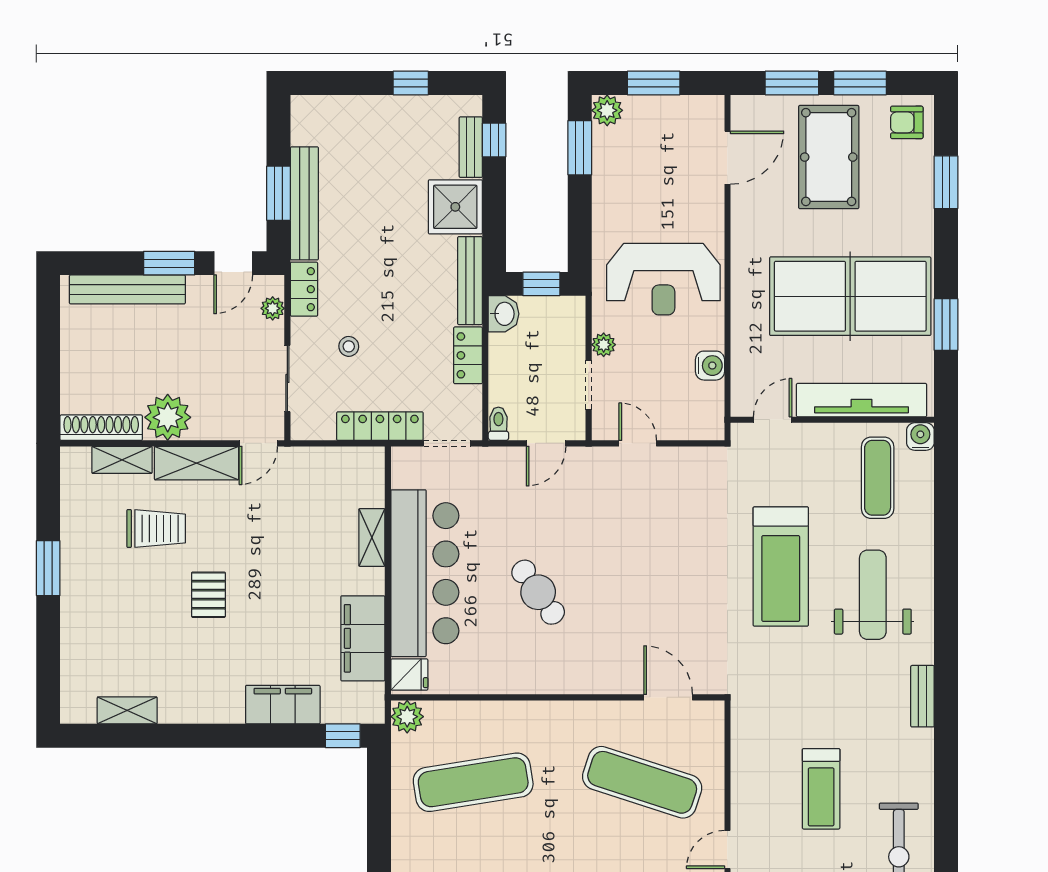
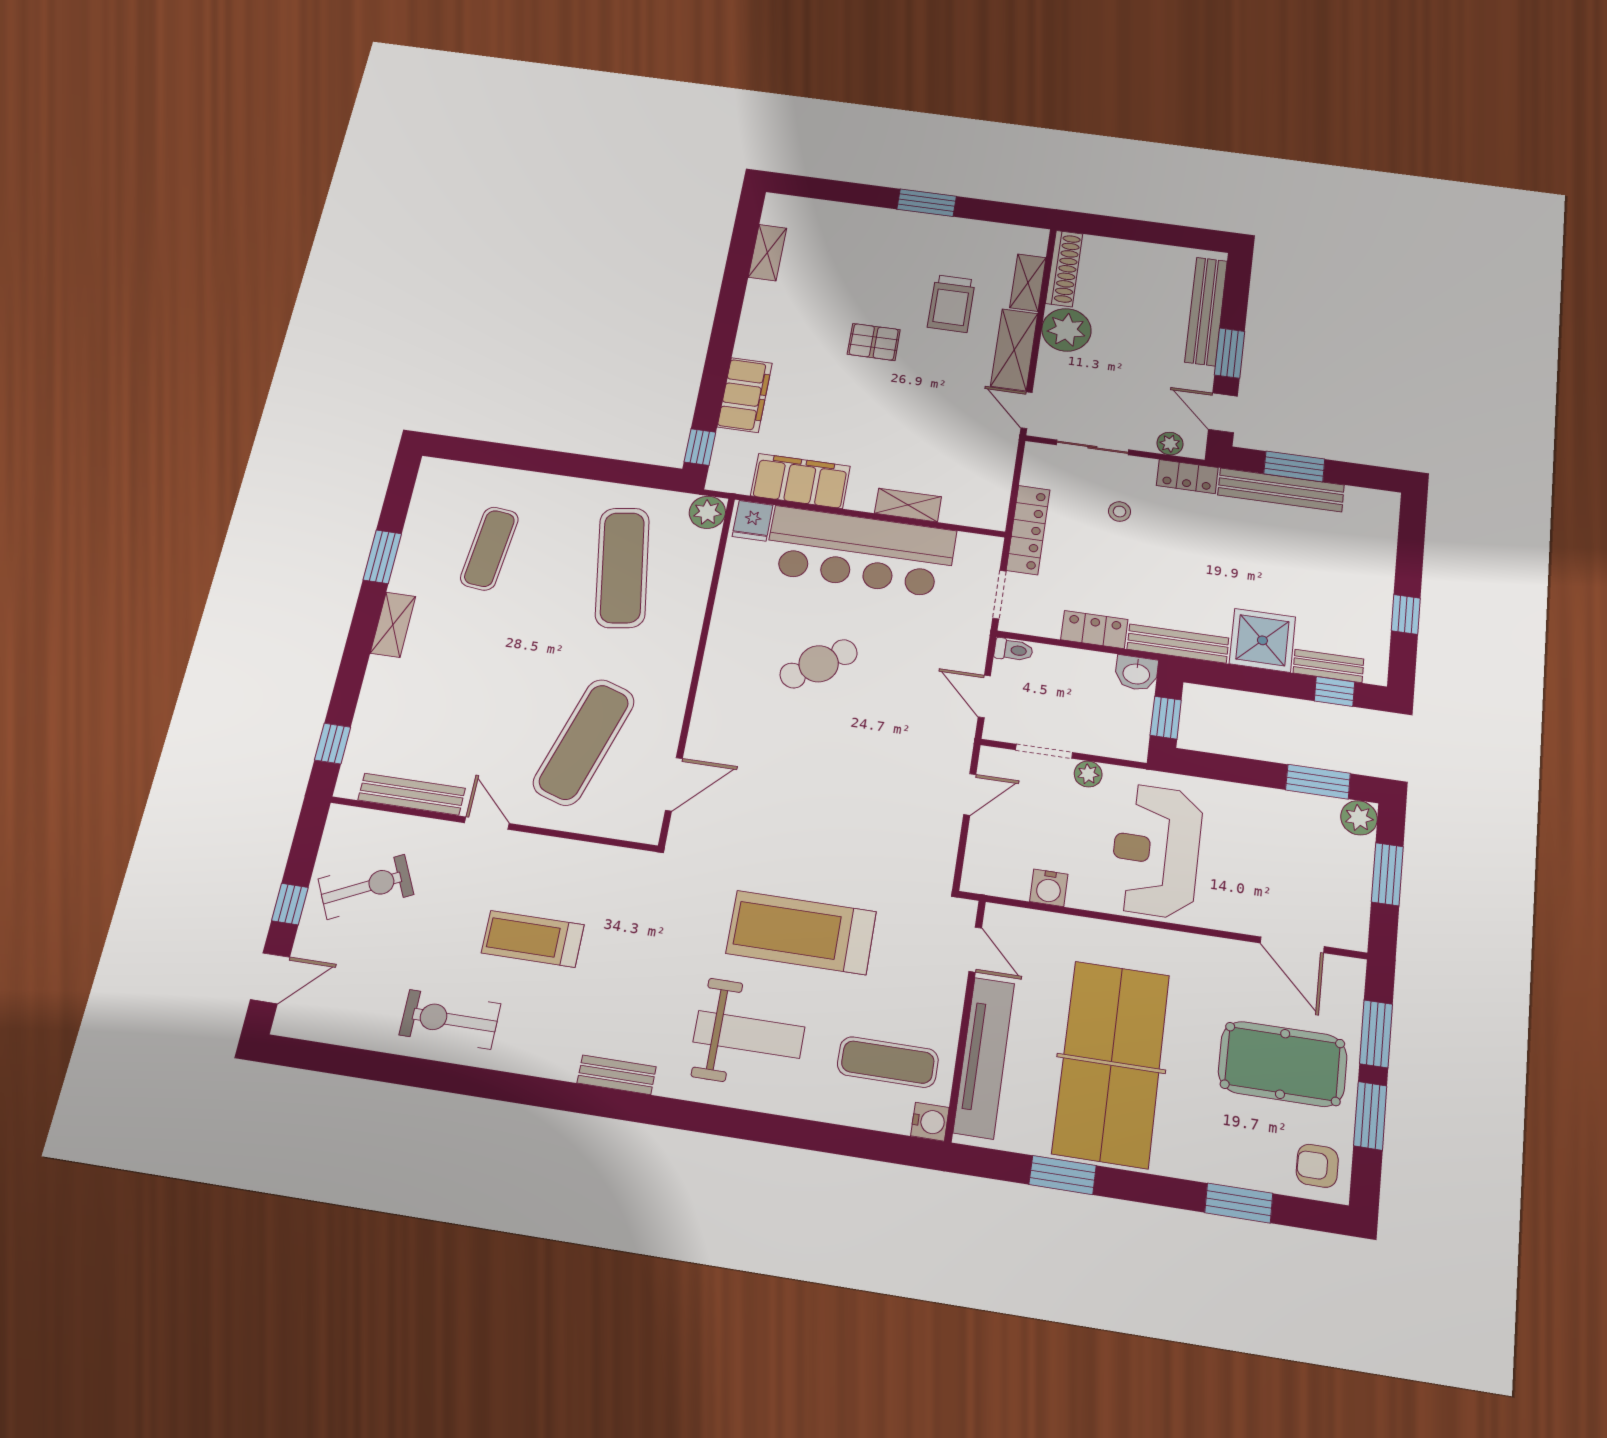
armchair: (907, 122) -> (1317, 1166), turned -90

